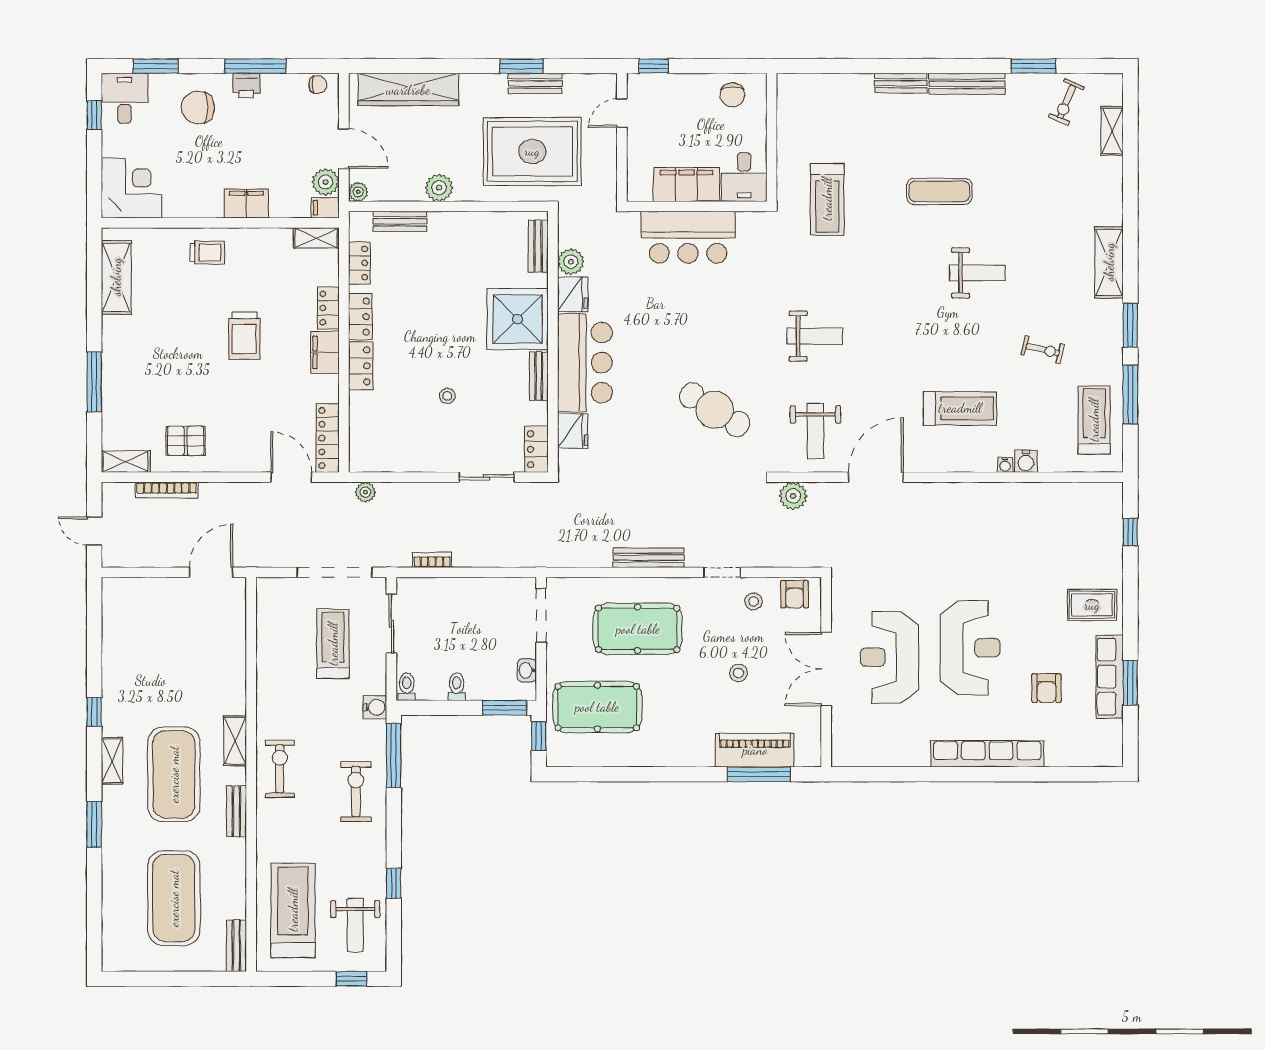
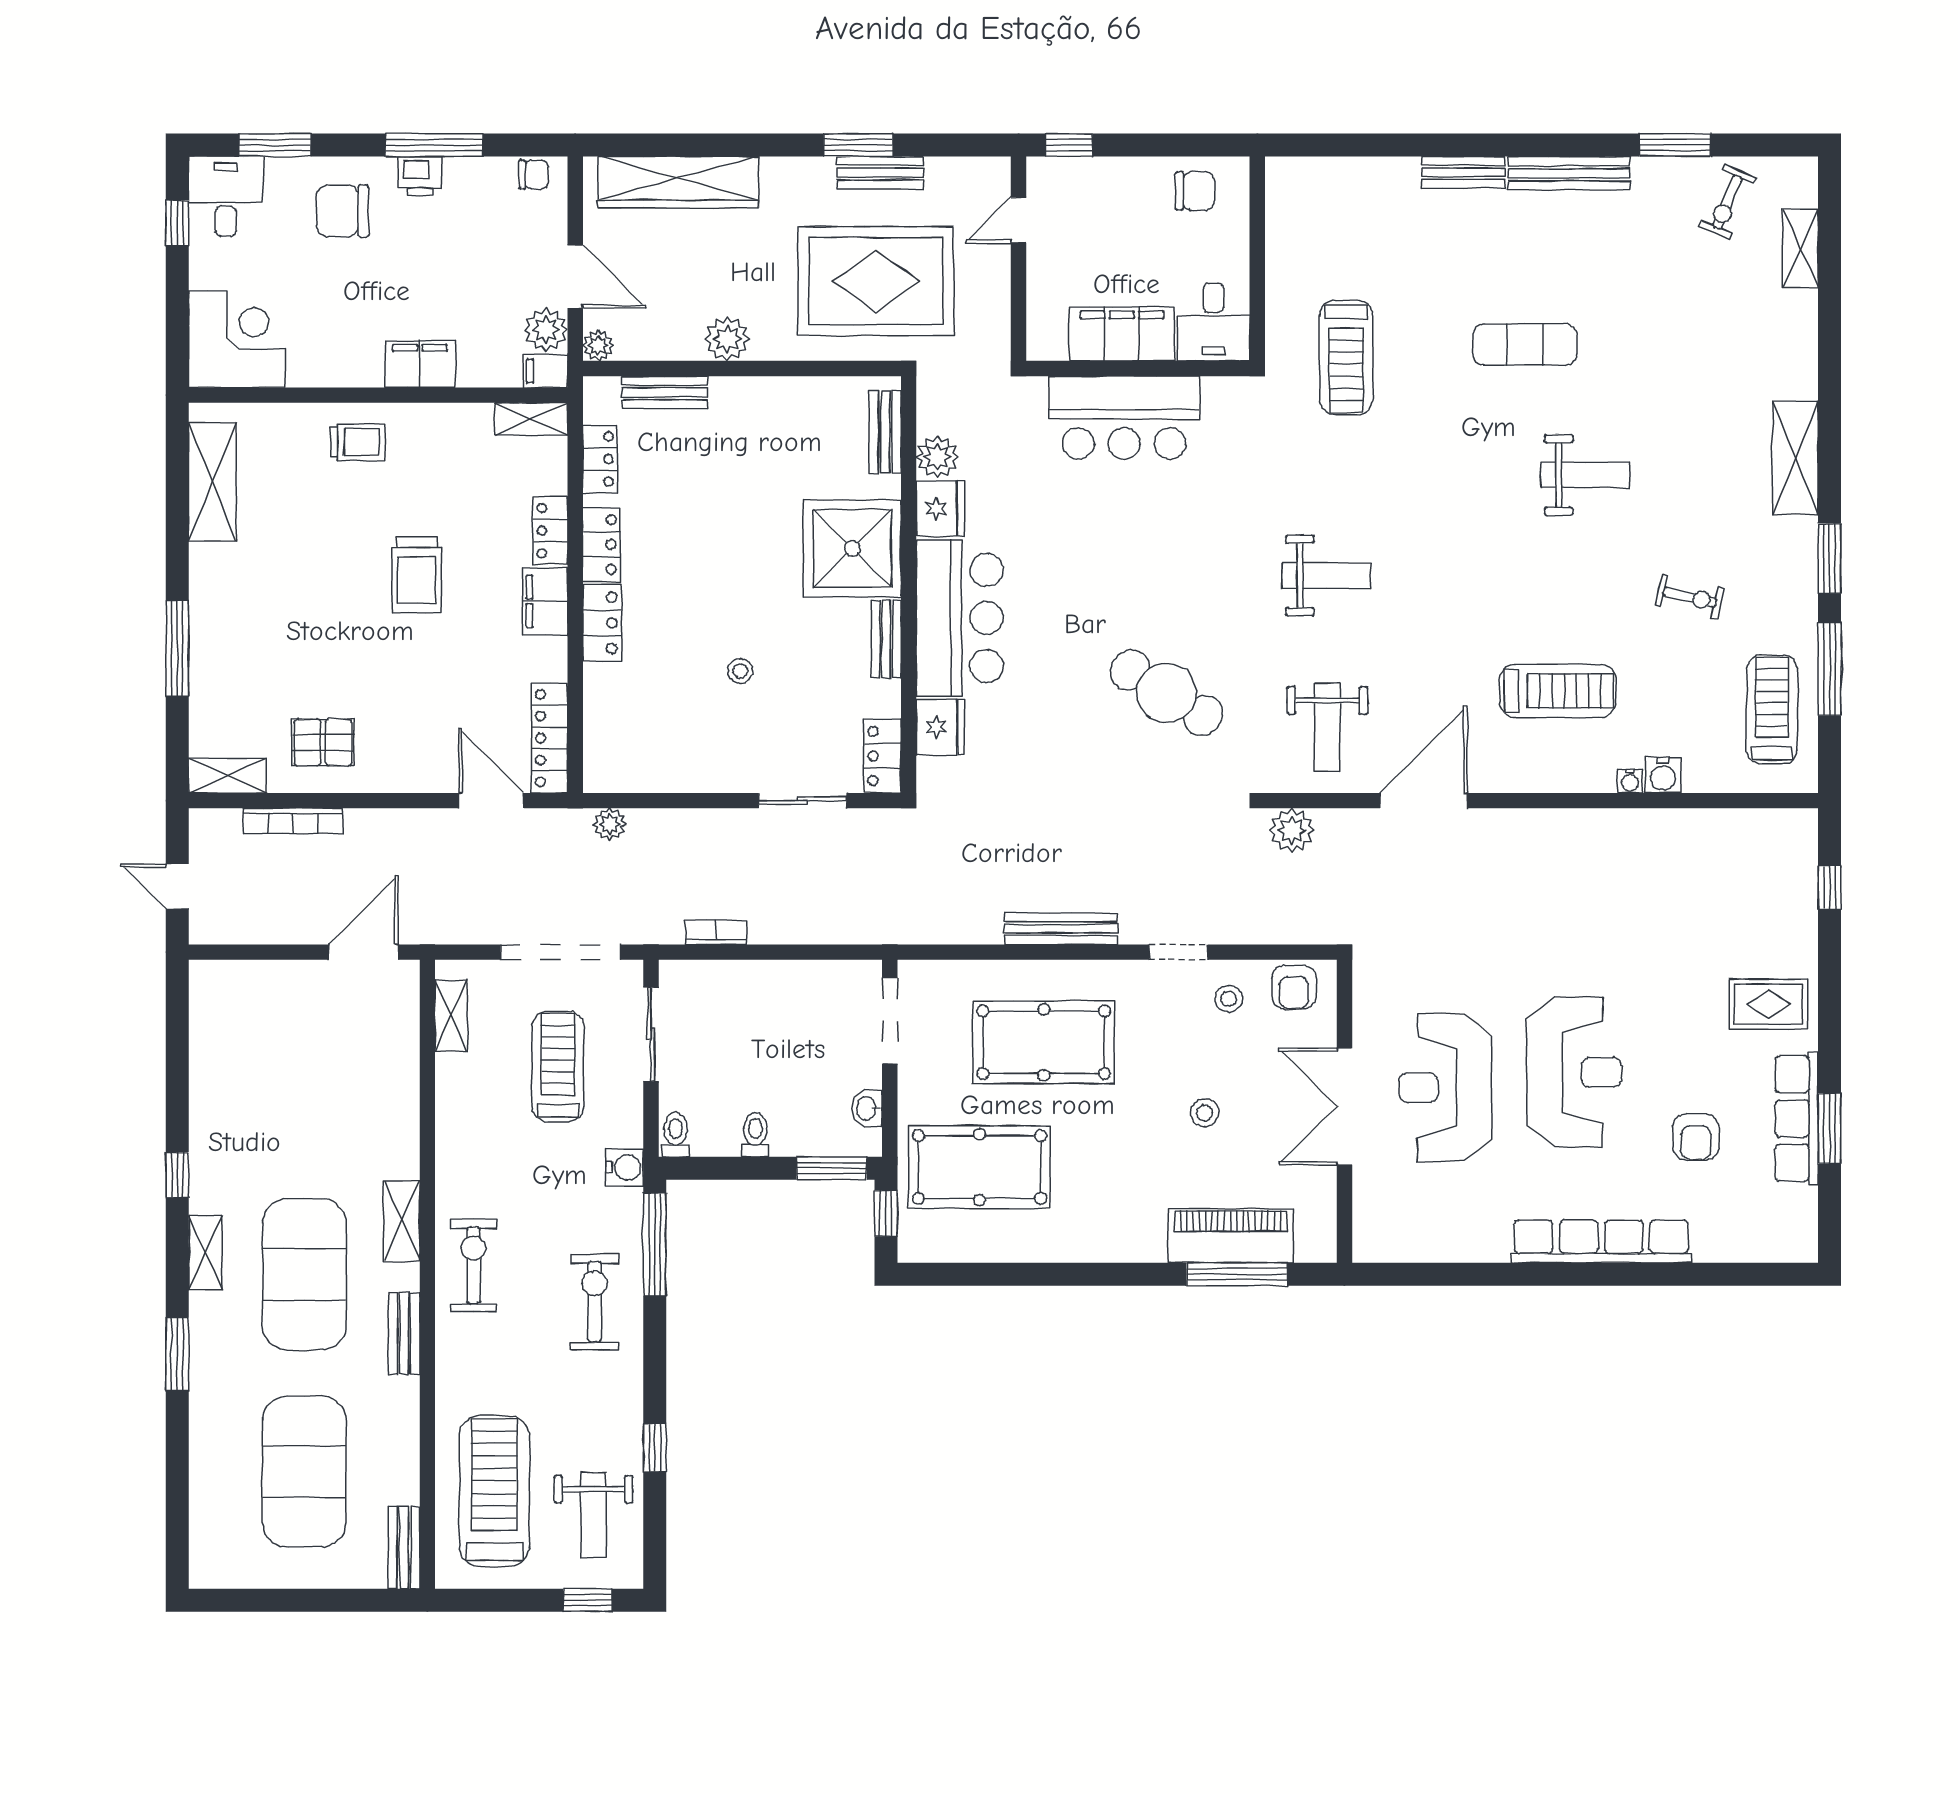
chair: (732, 95) -> (1195, 191), turned -90
shelving: (266, 612) -> (451, 1015), added

